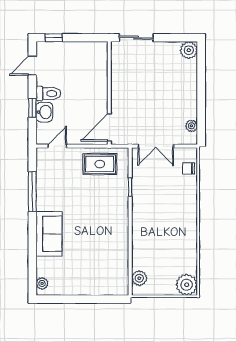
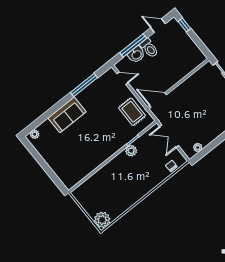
window: (32, 108) -> (133, 45), width x2.17
plant: (139, 278) -> (131, 151), moved

